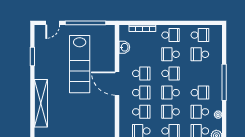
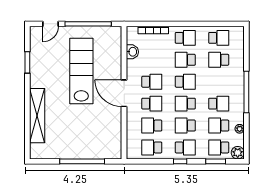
lab bench: (80, 64) -> (81, 71), turned 180
school desk: (141, 112) -> (152, 126), turned 180

